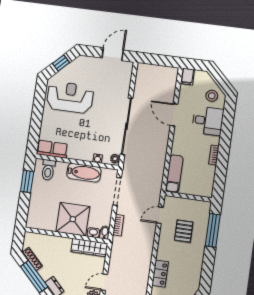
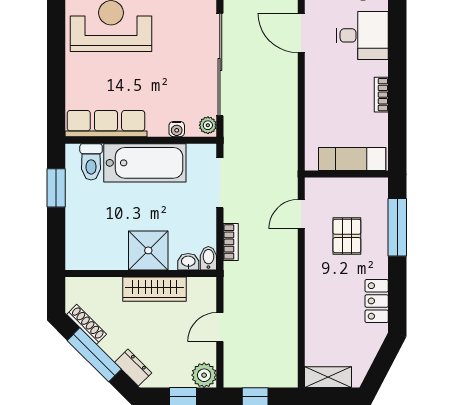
row of seats: (52, 149) -> (106, 124), width x1.48
bathtub: (84, 173) -> (145, 163), width x1.36, depth x1.36
exam couch: (174, 174) -> (352, 159), moved, turned -90
shower: (73, 219) -> (148, 250), width x0.73, depth x0.73
wardrobe: (89, 248) -> (155, 289), moved
locker: (160, 274) -> (377, 301), moved, turned 180
door: (104, 282) -> (220, 327), moved

